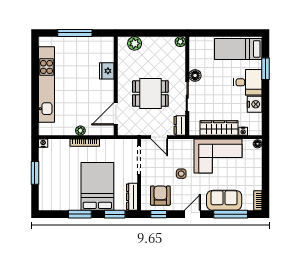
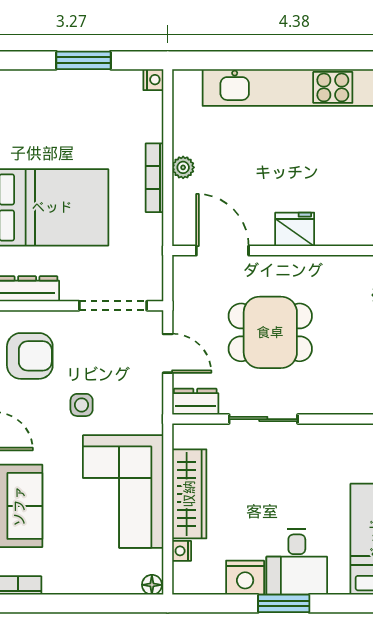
window: (265, 69) -> (284, 603), moved
fridge: (107, 71) -> (295, 229), moved
floor lamp: (195, 75) -> (313, 438), removed
dining table: (150, 94) -> (270, 332), turned 90
door: (159, 137) -> (168, 353), swing flipped

